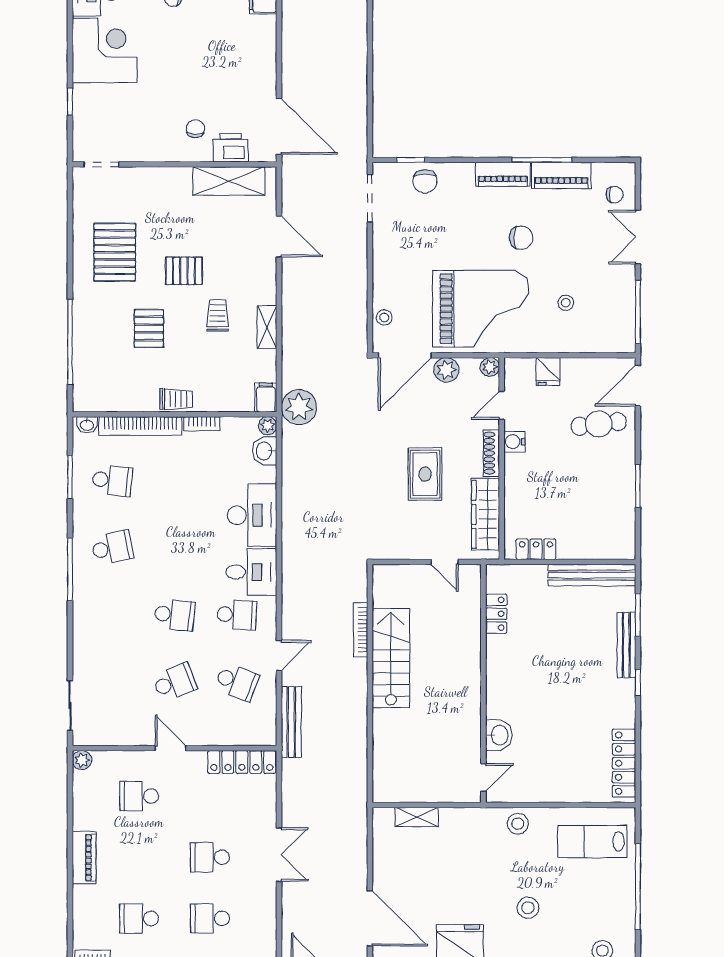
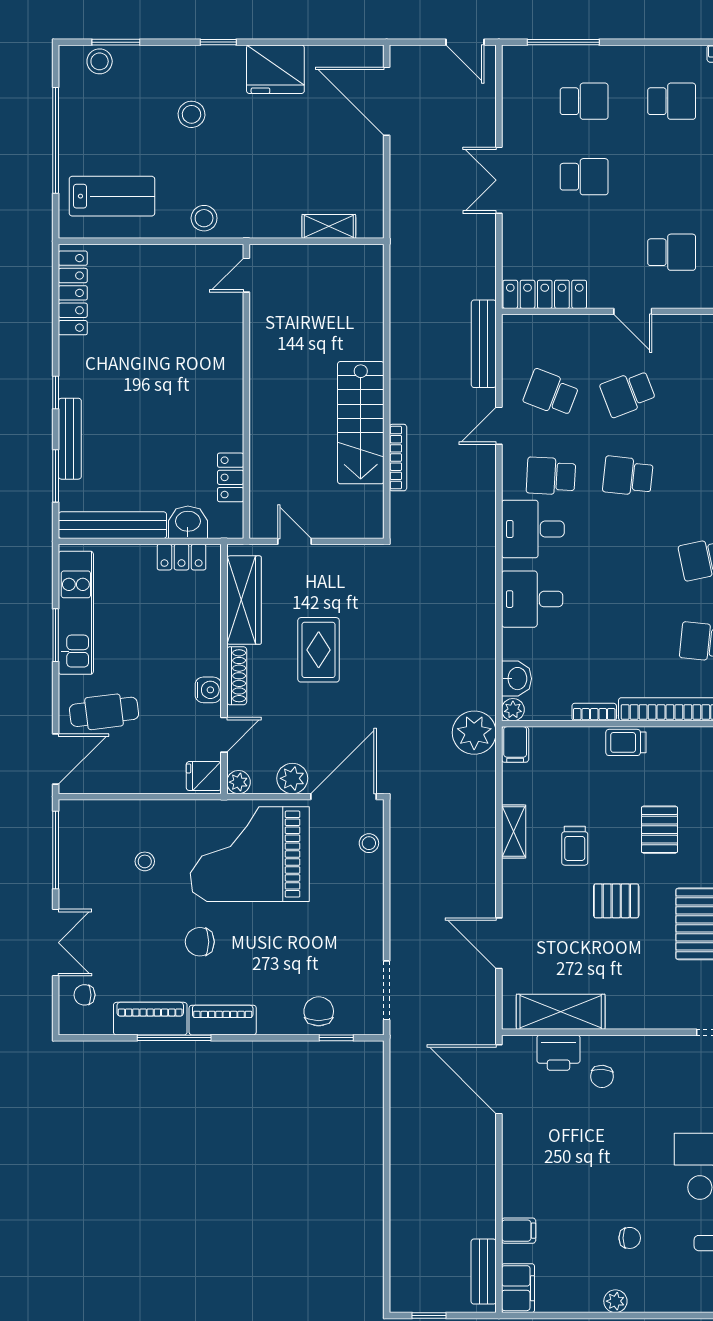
fridge: (548, 372) -> (204, 776), moved, turned -90
kitchen unit: (622, 504) -> (76, 613), added
desk: (252, 515) -> (532, 599), width x0.73
washbasin: (499, 735) -> (188, 522), moved, turned 90

